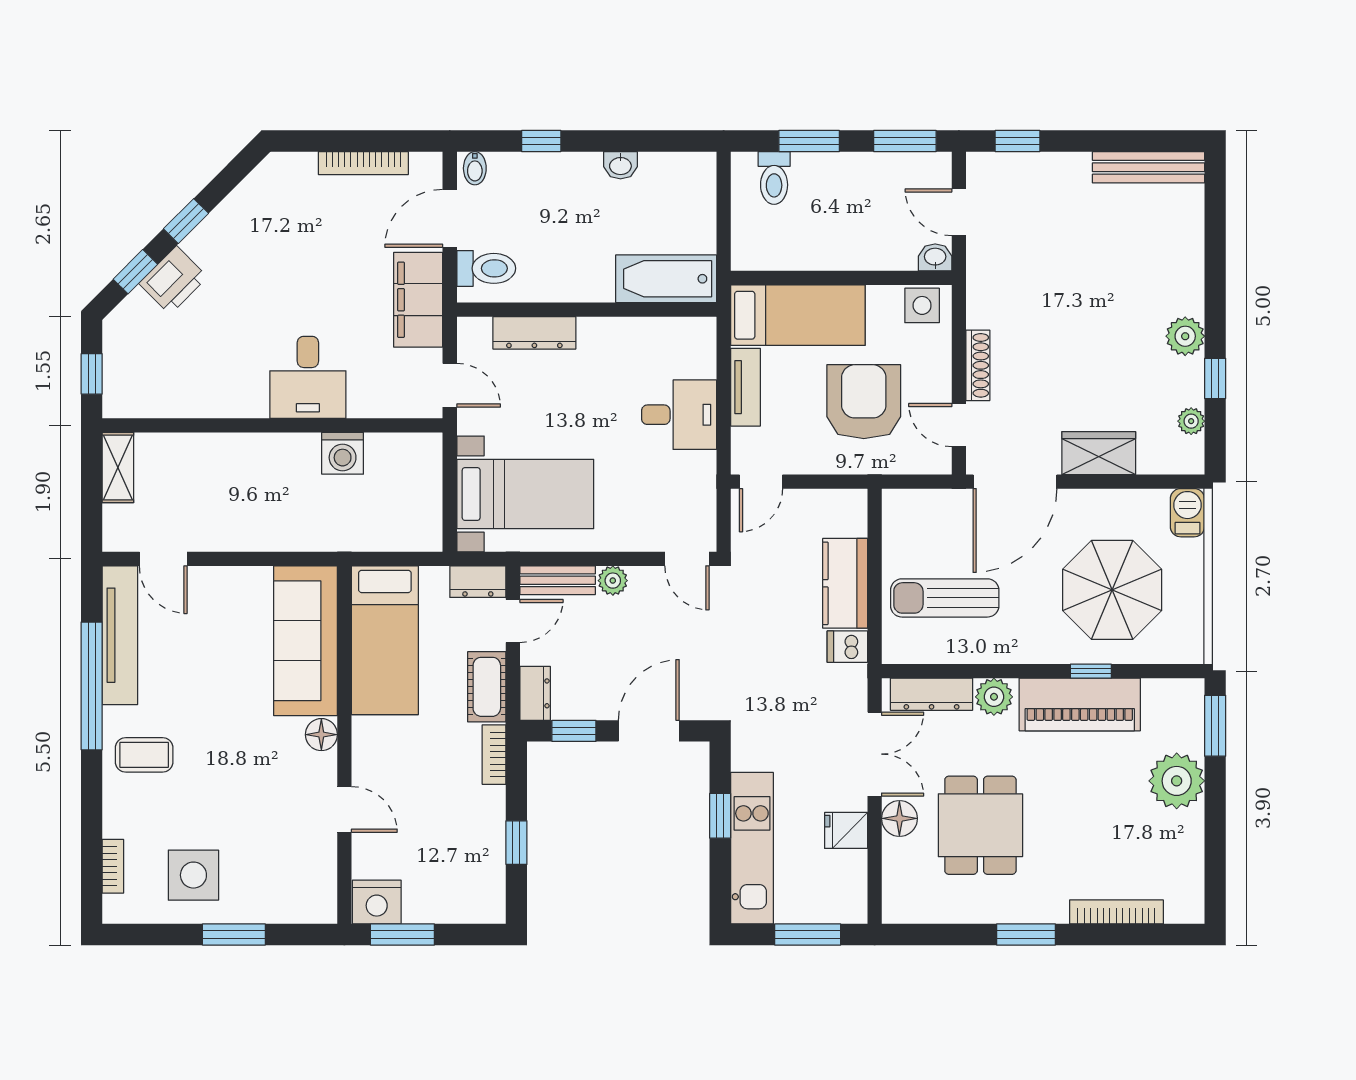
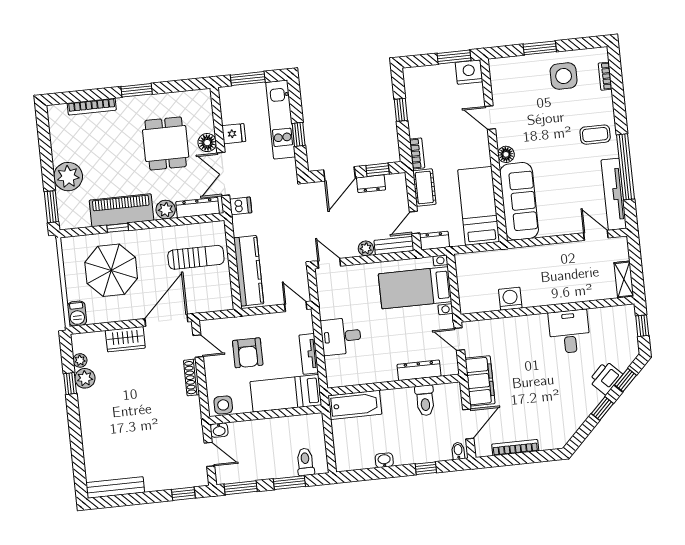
toilet: (486, 268) -> (425, 400), moved, turned -90
plant: (1185, 336) -> (85, 378), moved
desk: (308, 377) -> (569, 332), moved
armchair: (864, 402) -> (248, 353), width x0.73, depth x0.73
door: (761, 482) -> (296, 307), hinge flipped
kitchen counter: (845, 583) -> (249, 271), width x1.50
dishwasher: (847, 647) -> (241, 206), moved
dresser: (535, 693) -> (371, 184), moved, turned -90

